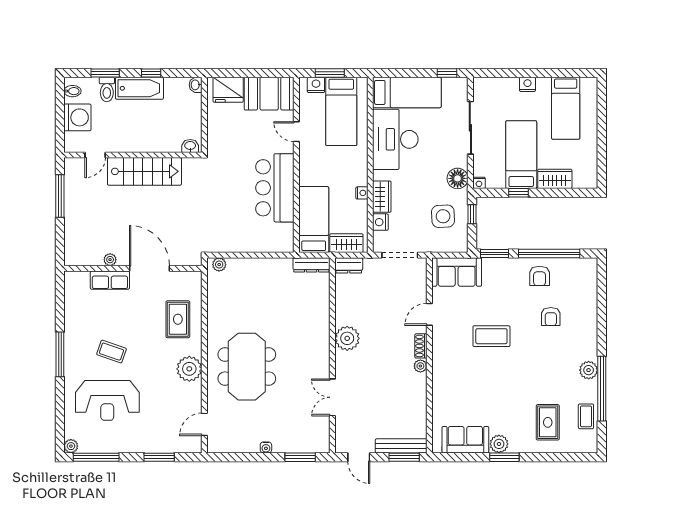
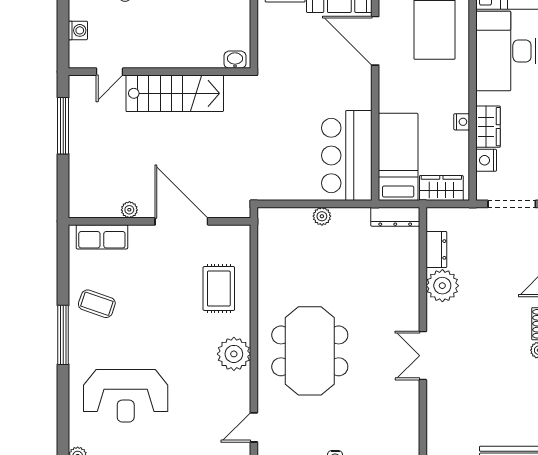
washing machine: (77, 117) -> (78, 30), width x0.53, depth x0.53
door: (296, 132) -> (375, 41), width x1.88
bar counter: (275, 188) -> (347, 155), moved
plant: (219, 265) -> (322, 216), moved
dresser: (349, 265) -> (436, 249), moved, turned -90
row of seats: (110, 280) -> (102, 237), moved
plant: (347, 338) -> (442, 286), moved
coffee table: (111, 352) -> (97, 304), moved
double door: (332, 397) -> (423, 356), moved

